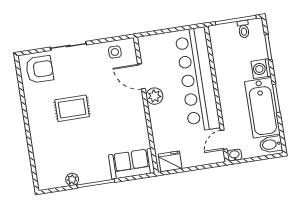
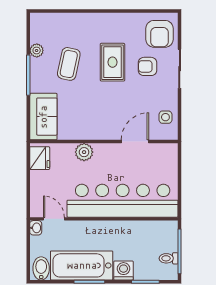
armchair: (71, 76) -> (148, 66), added
plant: (154, 96) -> (84, 152), moved
coffee table: (80, 148) -> (69, 64), added

